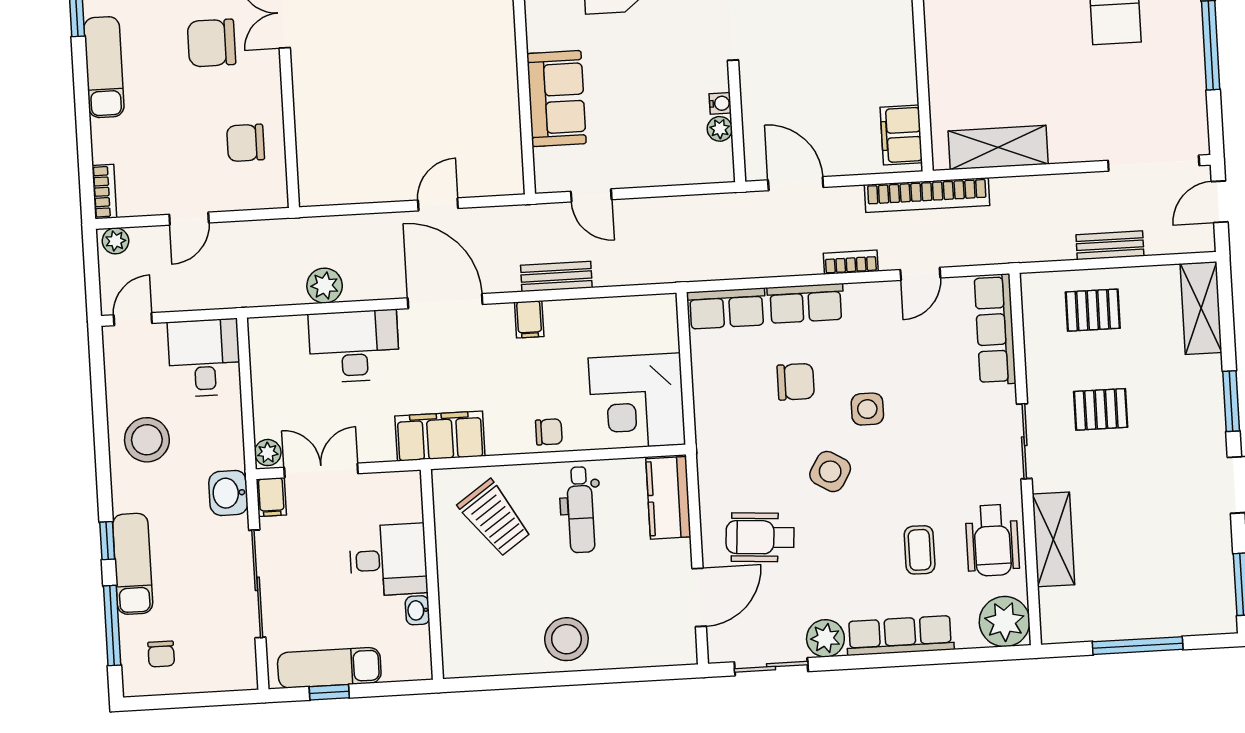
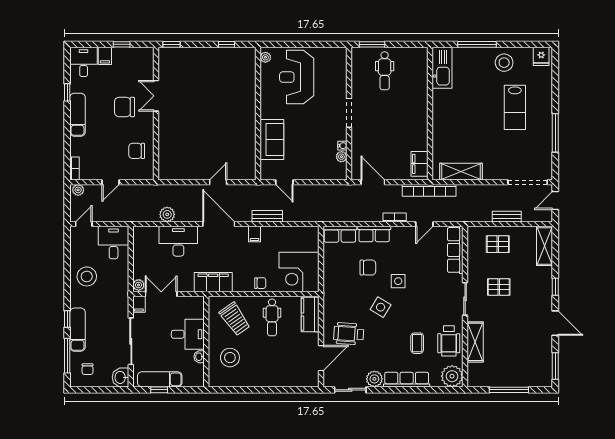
window: (1231, 401) -> (555, 287), width x0.67
washbasin: (228, 493) -> (121, 377), moved
stool: (566, 639) -> (230, 358), moved

